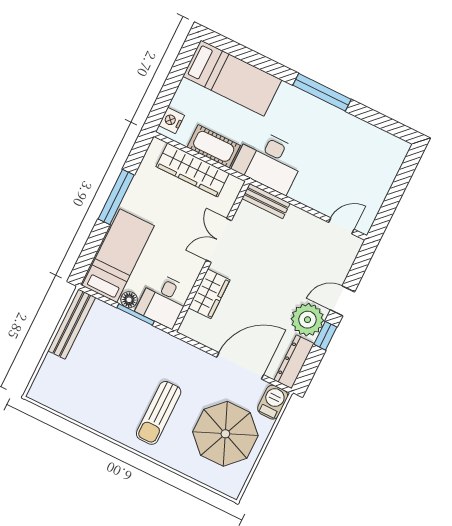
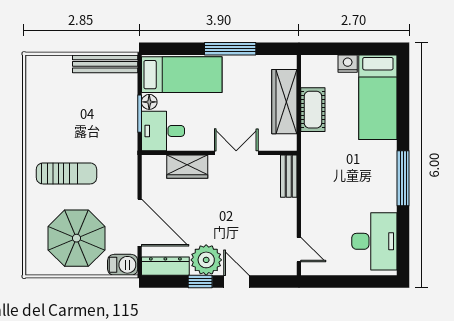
nightstand: (172, 120) -> (348, 64), moved
desk: (269, 161) -> (374, 241), moved, turned 180
sun lounger: (159, 413) -> (66, 173), turned 180

